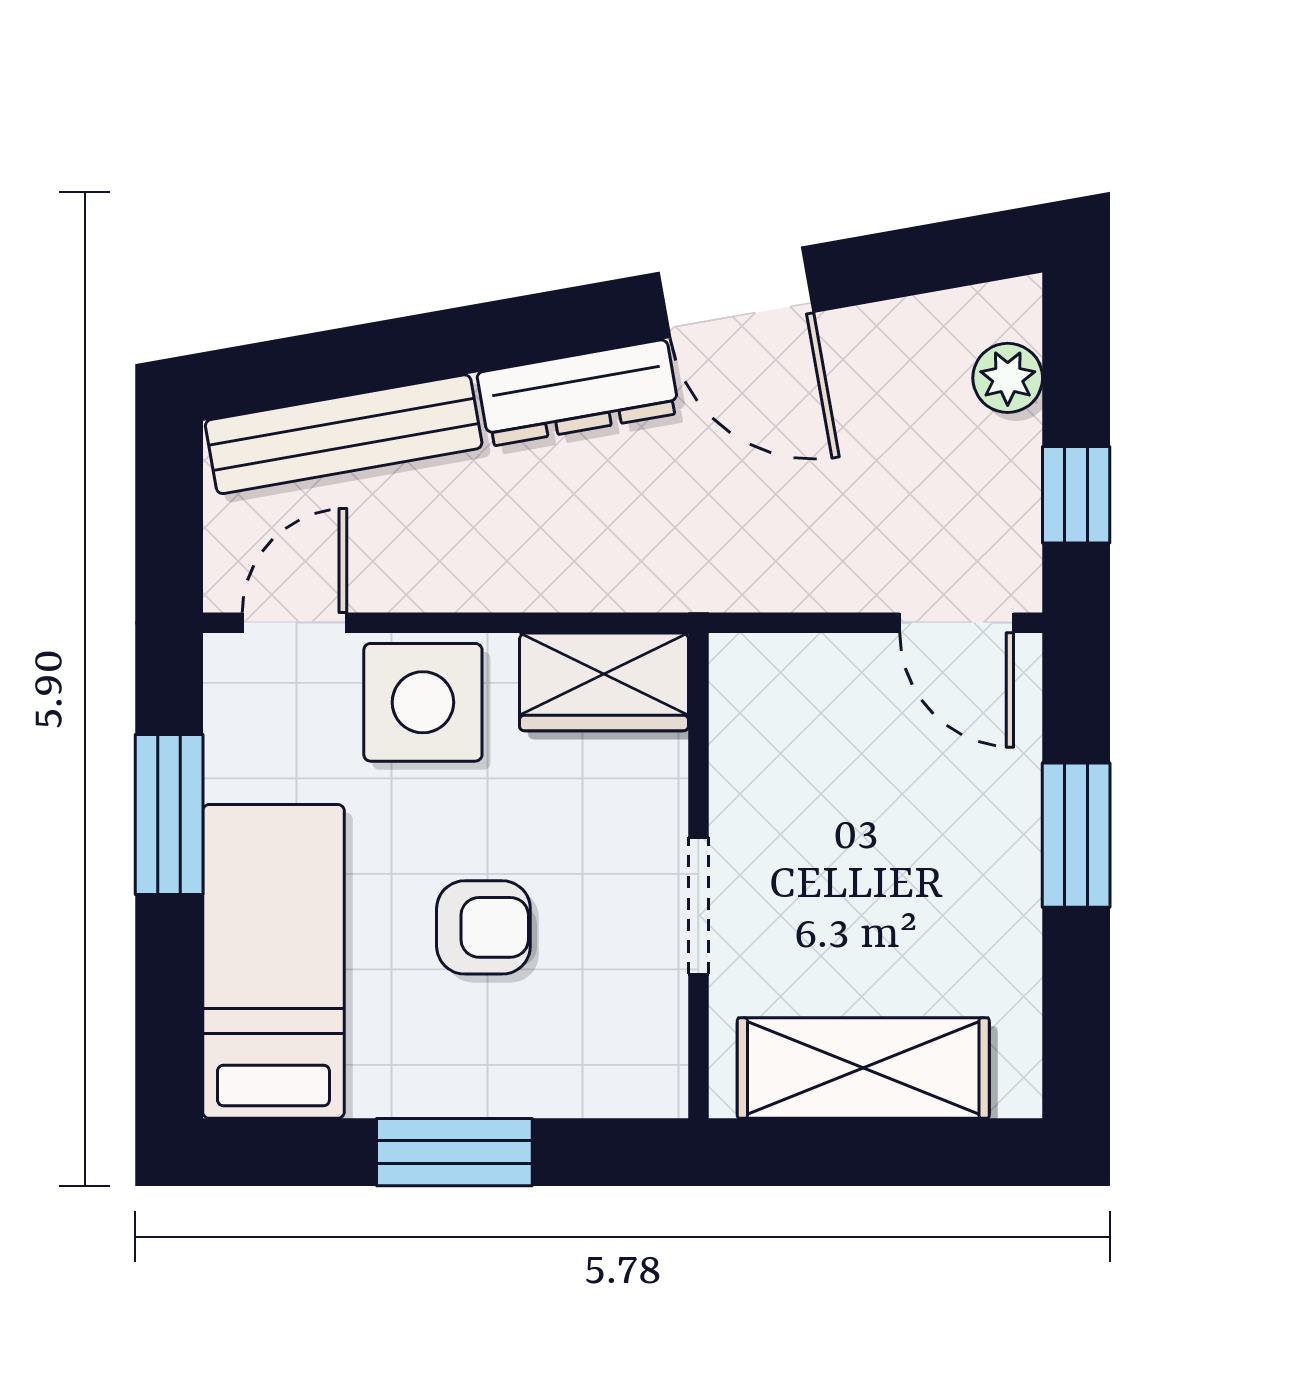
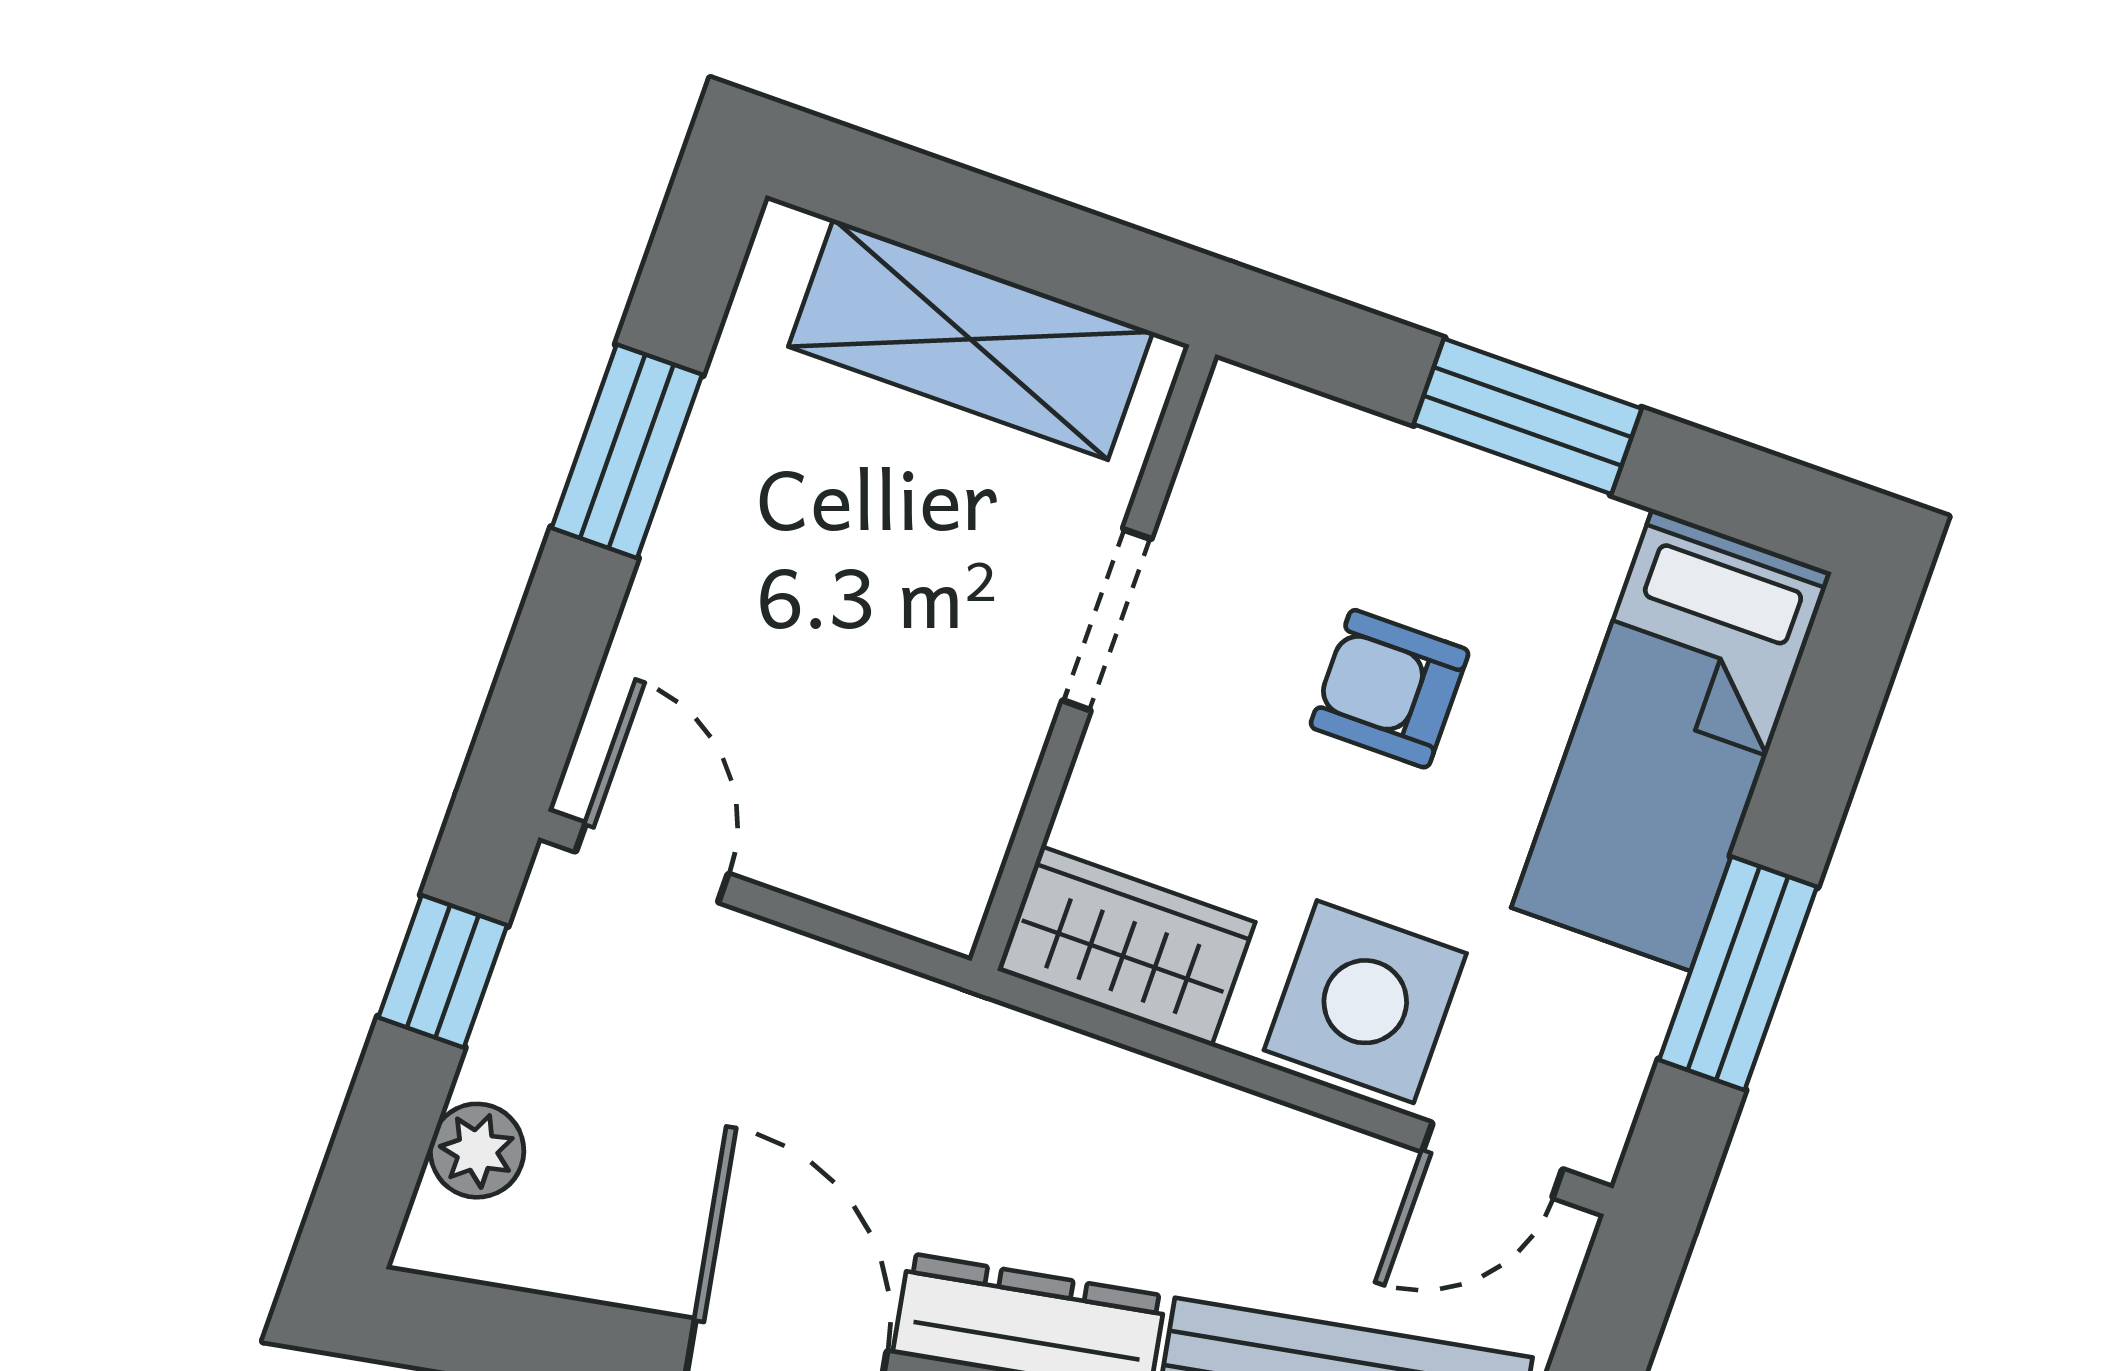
window: (1076, 835) -> (627, 451), moved

